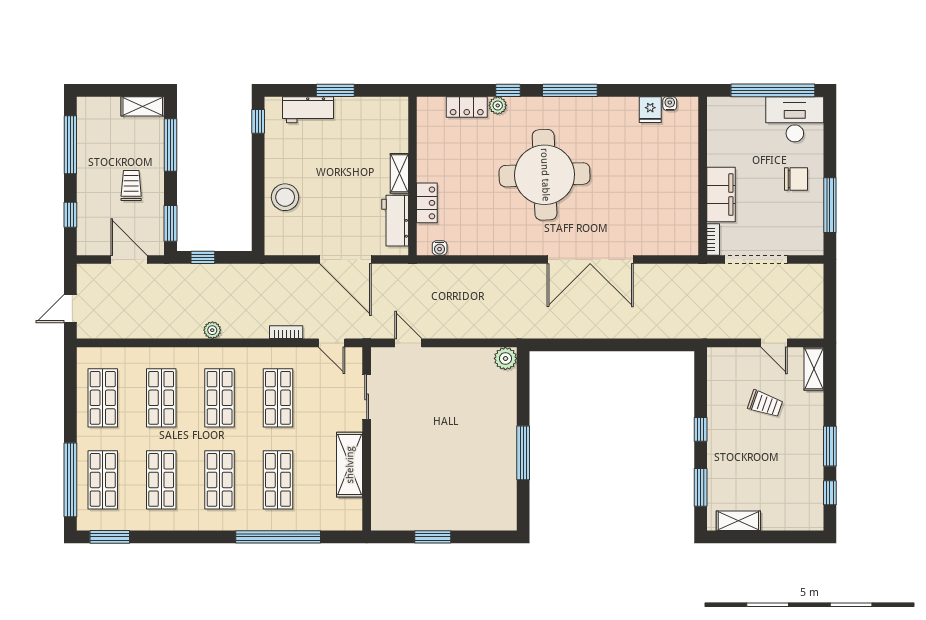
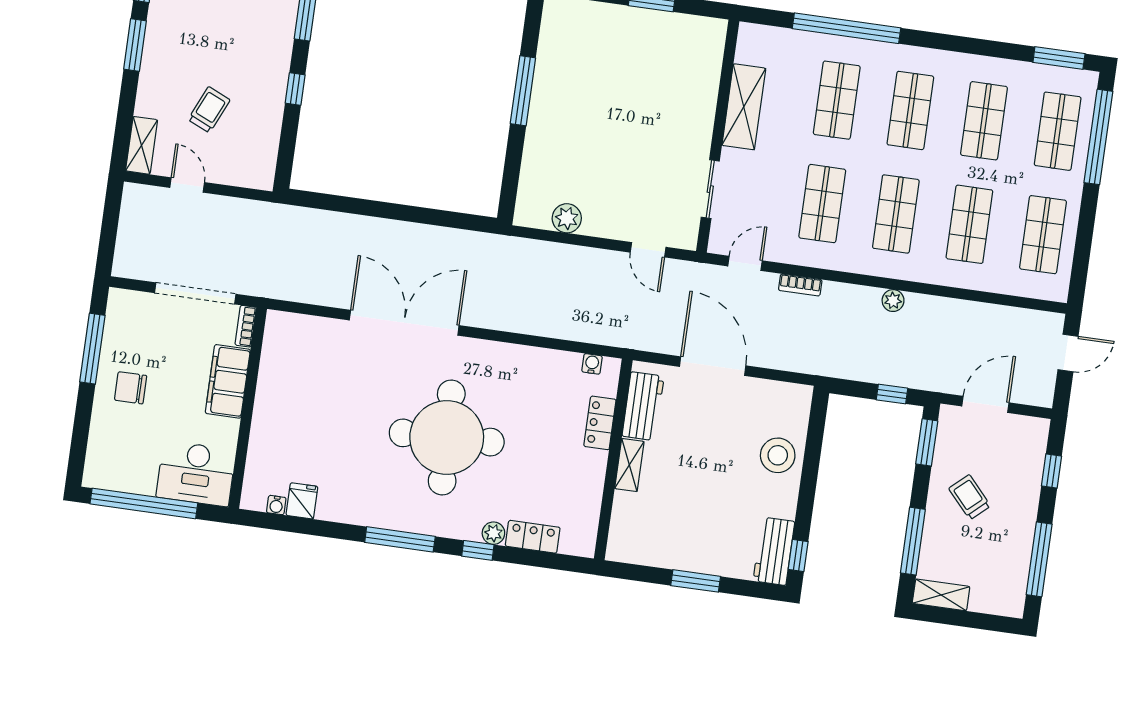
workbench: (308, 110) -> (774, 551), moved, turned -90
desk: (795, 119) -> (196, 474), moved
trolley: (131, 186) -> (970, 497), turned 138
door: (129, 259) -> (985, 404), swing flipped
door: (332, 343) -> (745, 263), hinge flipped
plant: (505, 358) -> (567, 218), moved
trolley: (765, 404) -> (209, 110), turned 95

